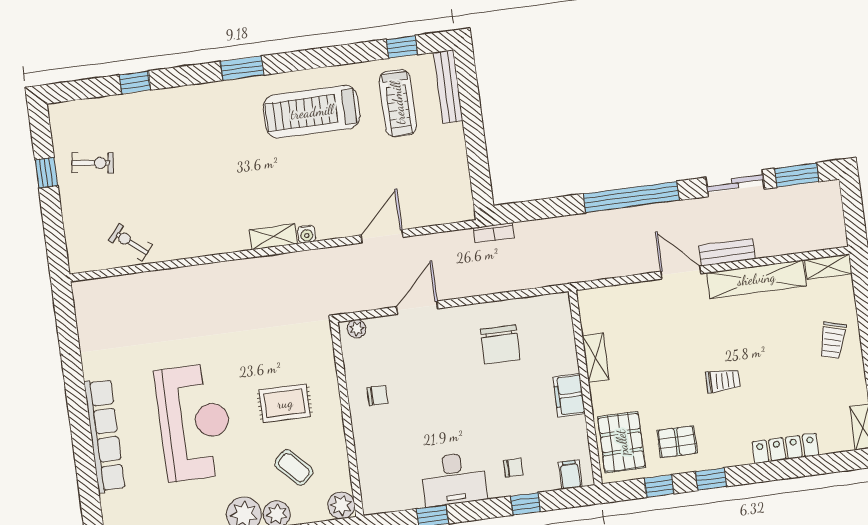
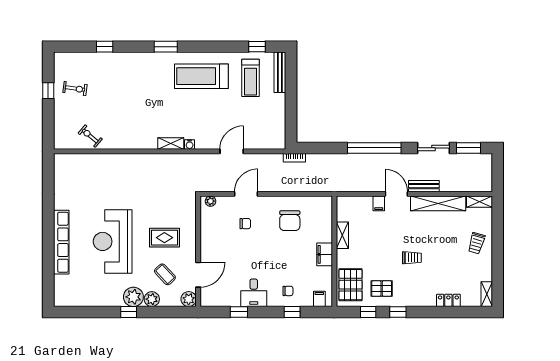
filing cabinet: (652, 293) -> (379, 203), added
chair: (377, 396) -> (245, 224), moved
reception desk: (194, 422) -> (113, 241), turned 180
locker: (785, 448) -> (448, 300), width x0.66
door: (352, 461) -> (198, 275), added
desk: (454, 479) -> (254, 293), width x0.73

